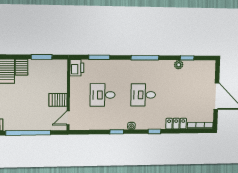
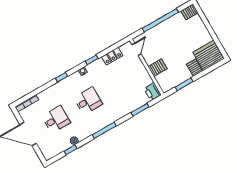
desk: (103, 95) -> (56, 119), moved
server rack: (58, 100) -> (158, 68), moved
locker: (176, 124) -> (112, 56), moved

